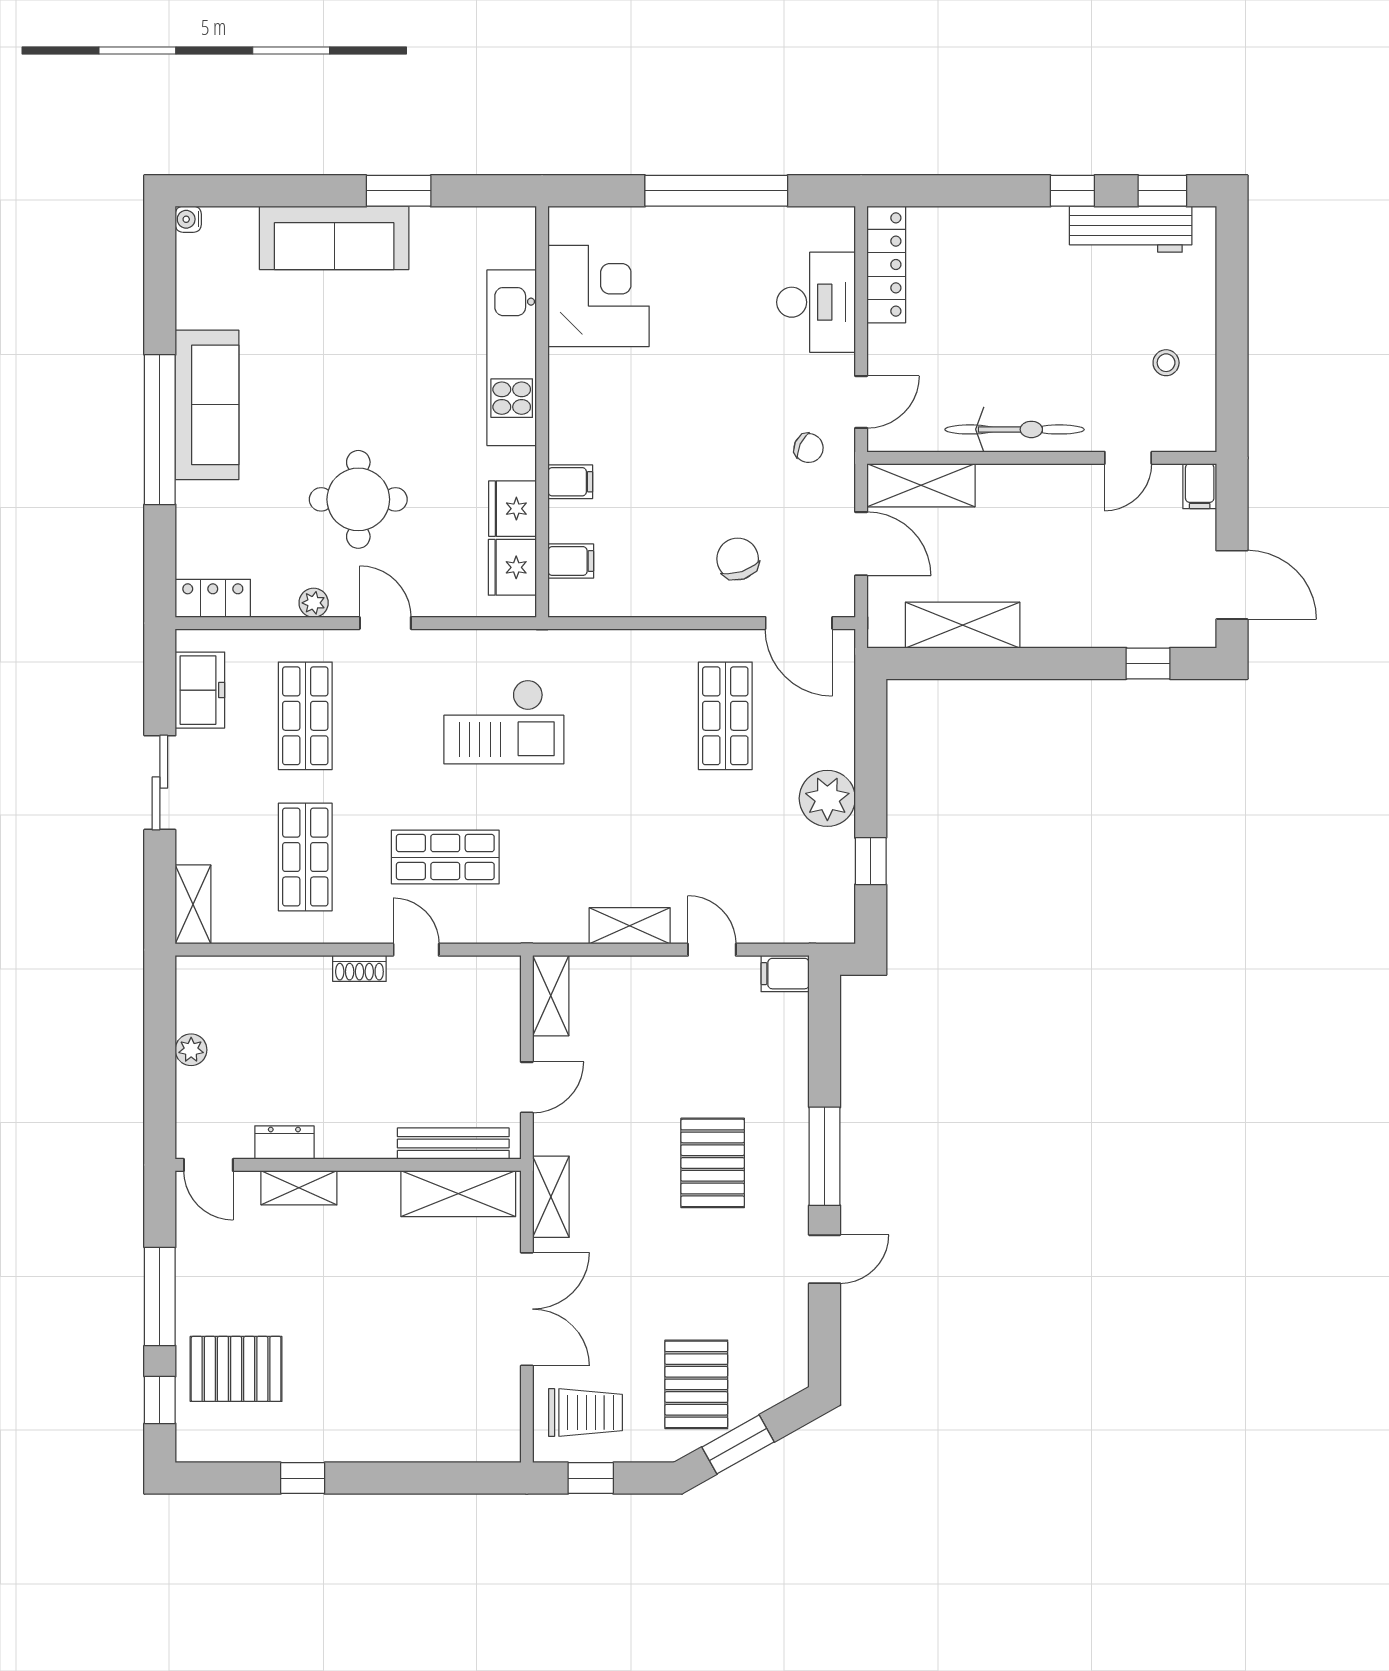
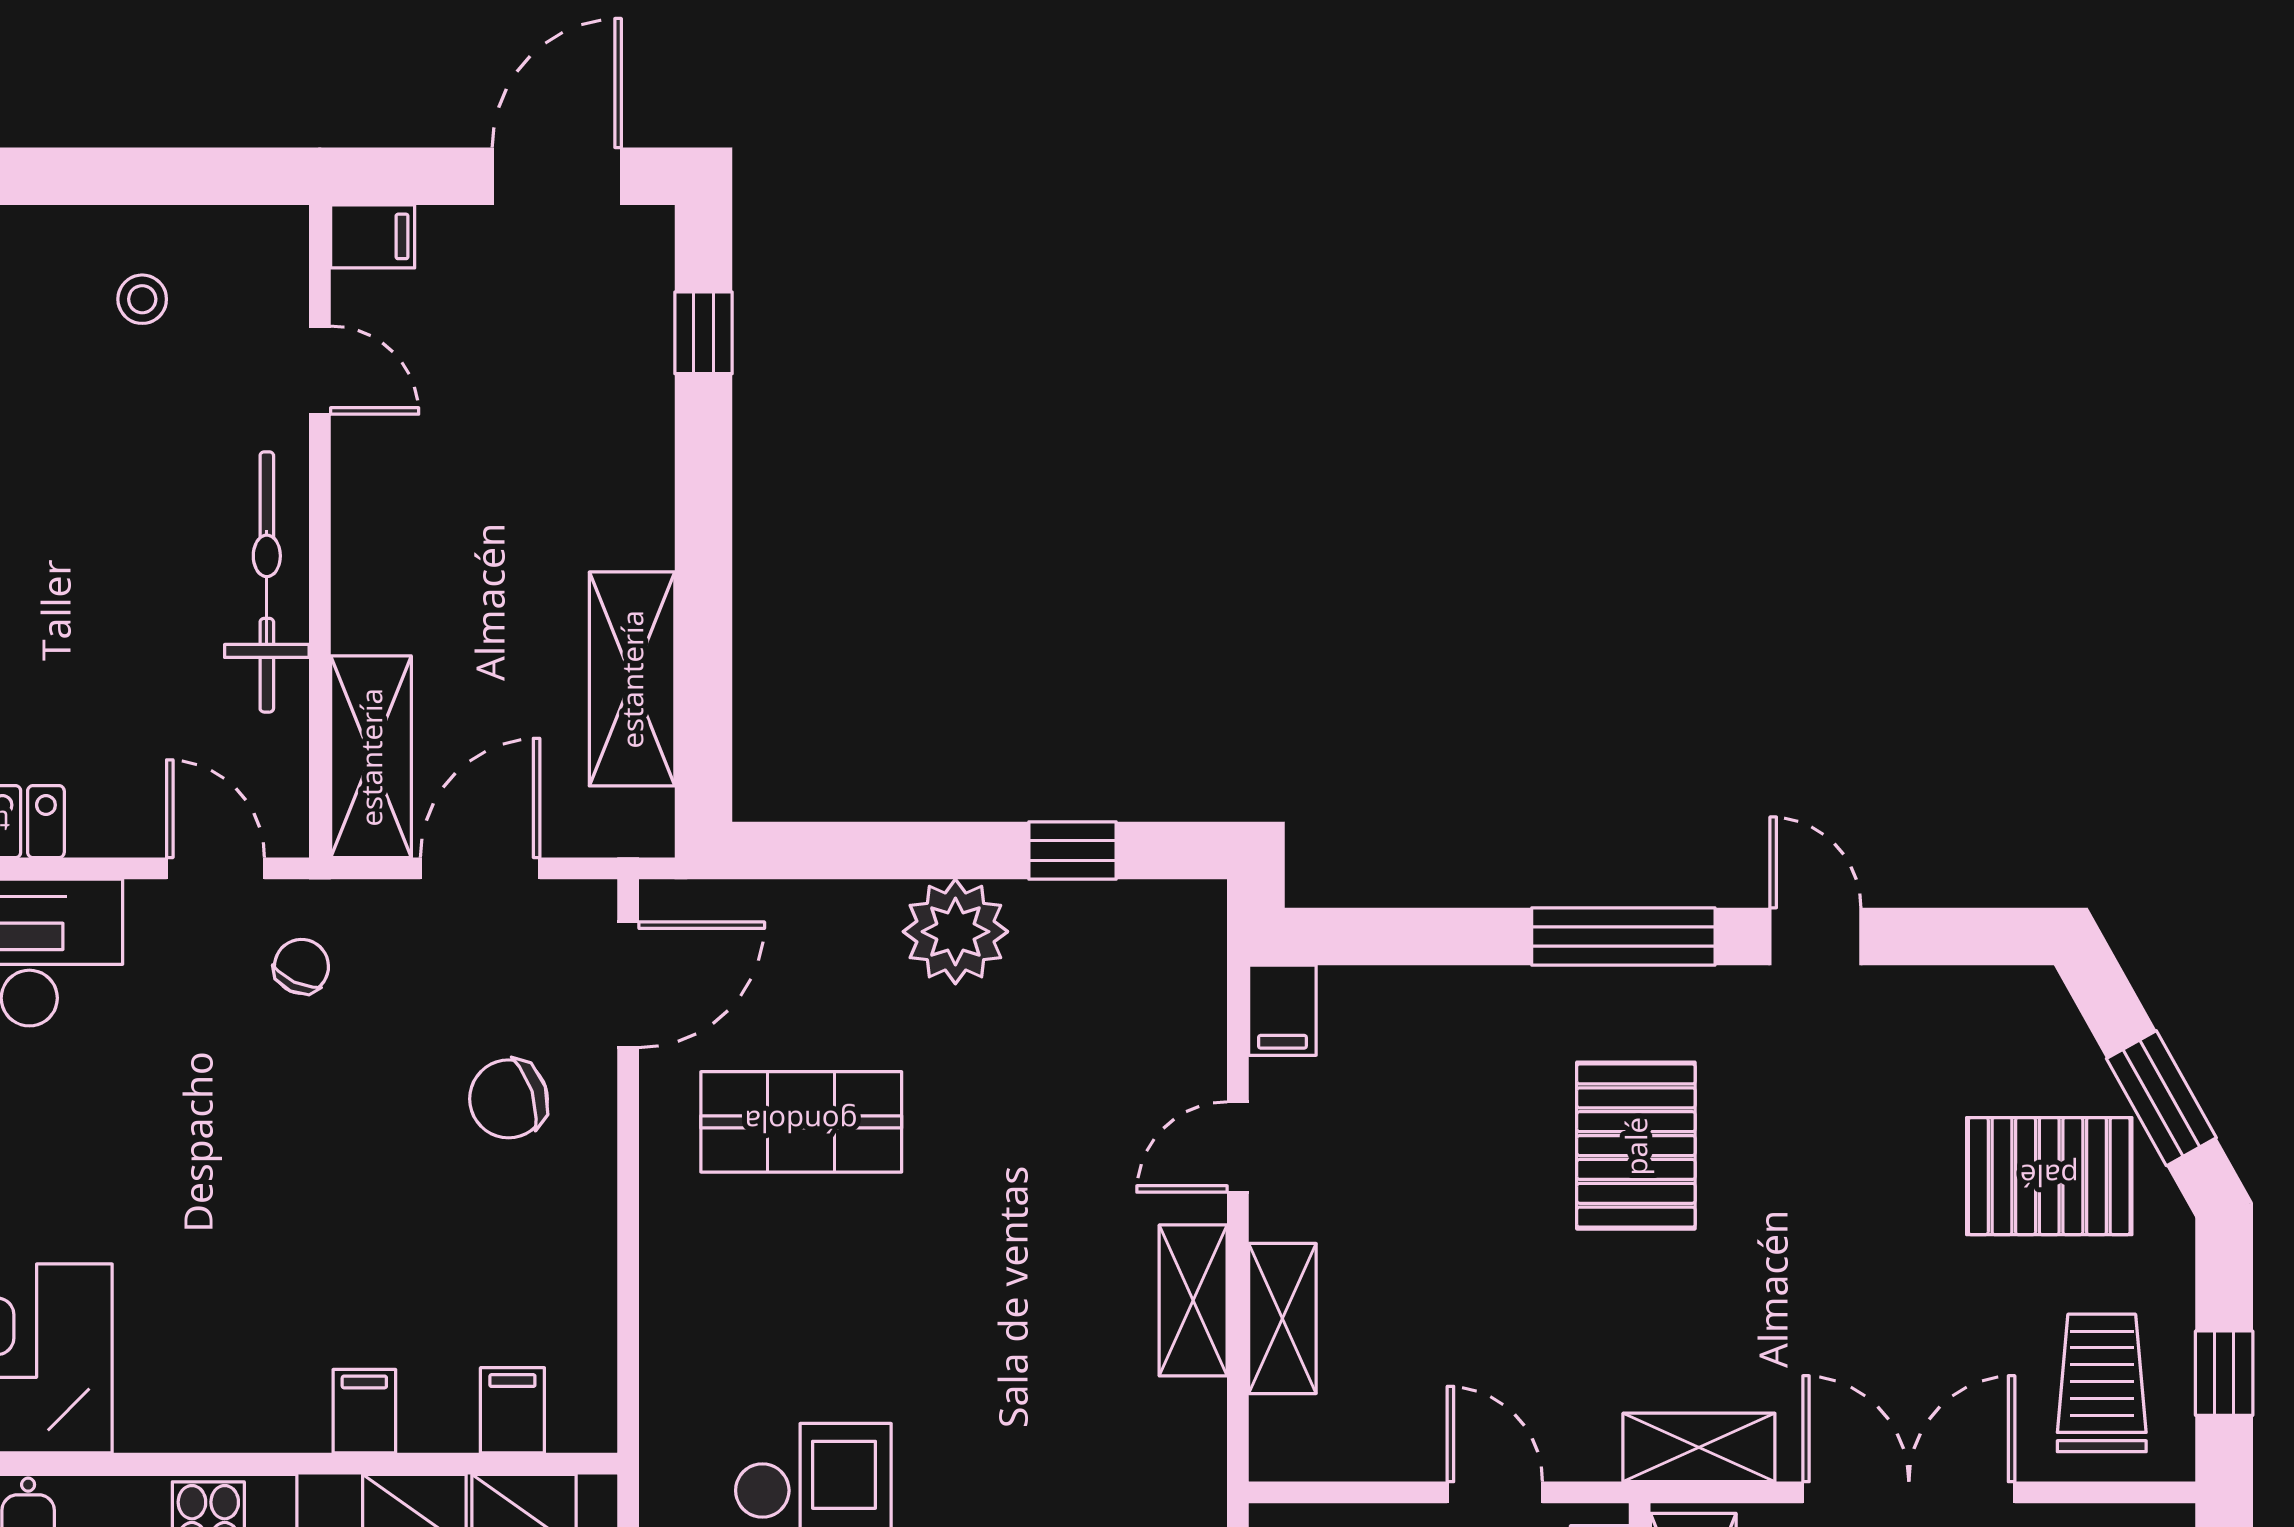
shelving: (551, 996) -> (1282, 1319), moved, turned 90
pallet: (713, 1163) -> (1636, 1146), turned 90

